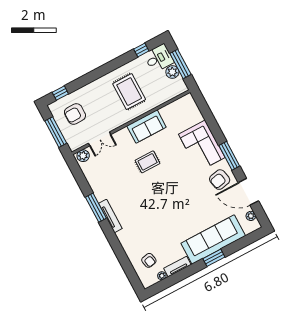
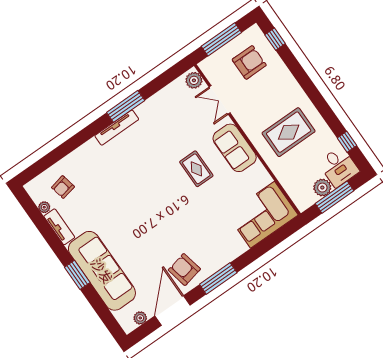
armchair: (75, 114) -> (249, 62), turned 90
sofa: (146, 126) -> (235, 148), moved
corner sofa: (202, 146) -> (263, 215), moved

